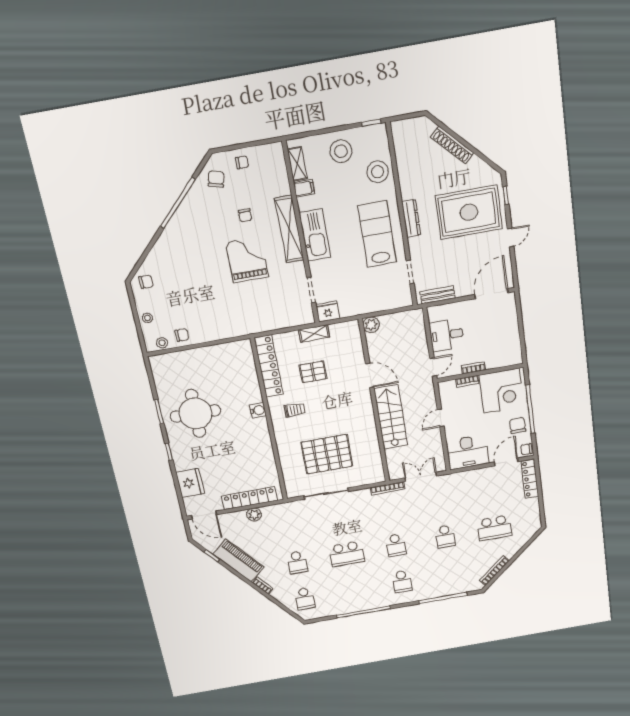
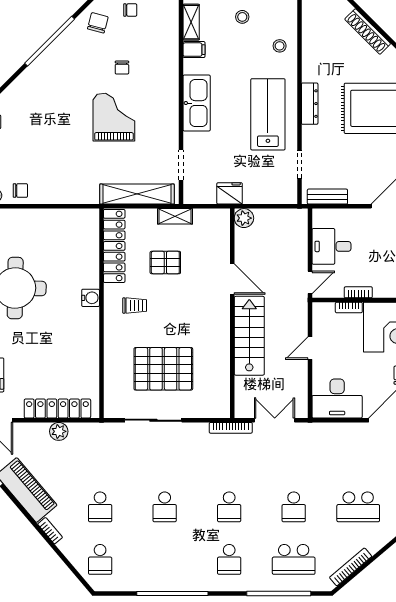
stool: (341, 151) -> (242, 17), width x0.53, depth x0.53
stool: (378, 172) -> (280, 46), width x0.53, depth x0.53
shelving: (289, 229) -> (137, 194), moved, turned 90
fridge: (328, 312) -> (230, 193), moved
school desk: (347, 554) -> (165, 507), width x0.54
school desk: (451, 573) -> (294, 559), added

